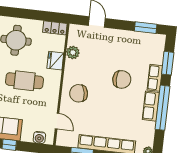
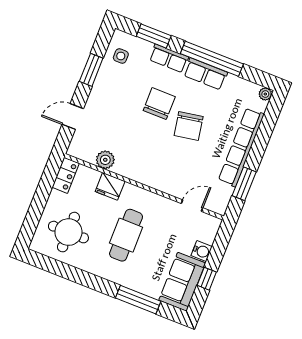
window: (146, 28) -> (91, 70), moved
side table: (148, 44) -> (121, 56), added
chair: (79, 93) -> (189, 126), moved
water cooler: (39, 137) -> (202, 251), moved

